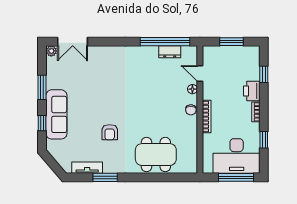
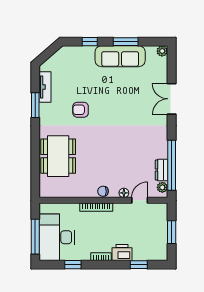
double door: (73, 42) -> (172, 99), moved
plant: (187, 51) -> (162, 187), added
sofa: (56, 114) -> (120, 56), moved

